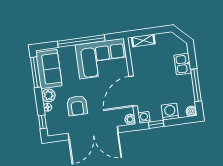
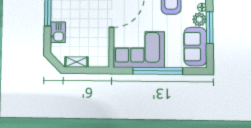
shelving: (143, 40) -> (76, 62), moved
window: (36, 72) -> (210, 28), moved

